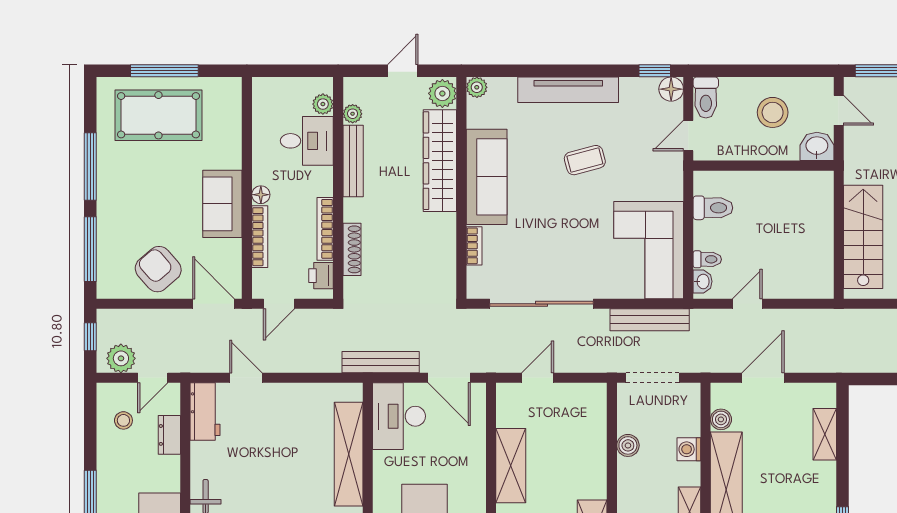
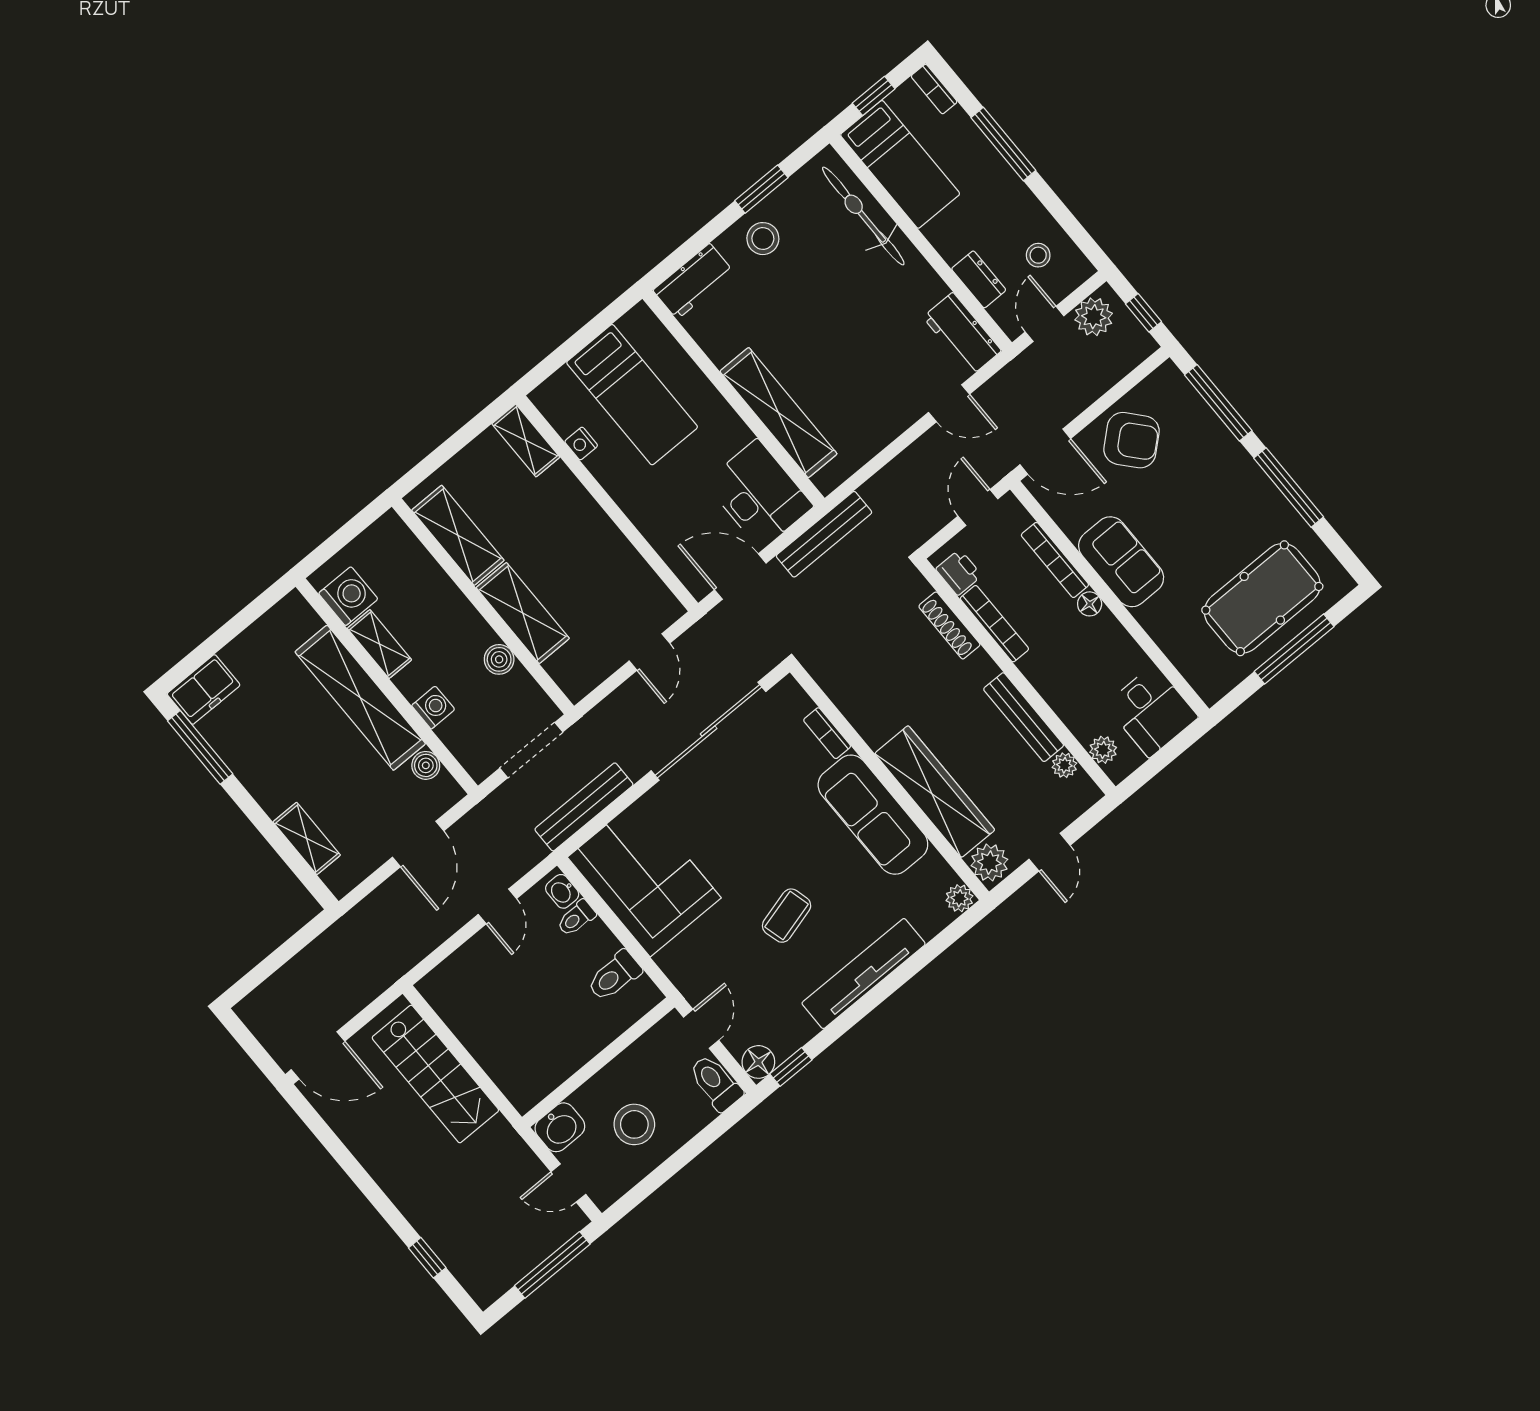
desk: (307, 141) -> (1152, 711), moved, turned -90
shelving: (511, 466) -> (523, 613), moved

